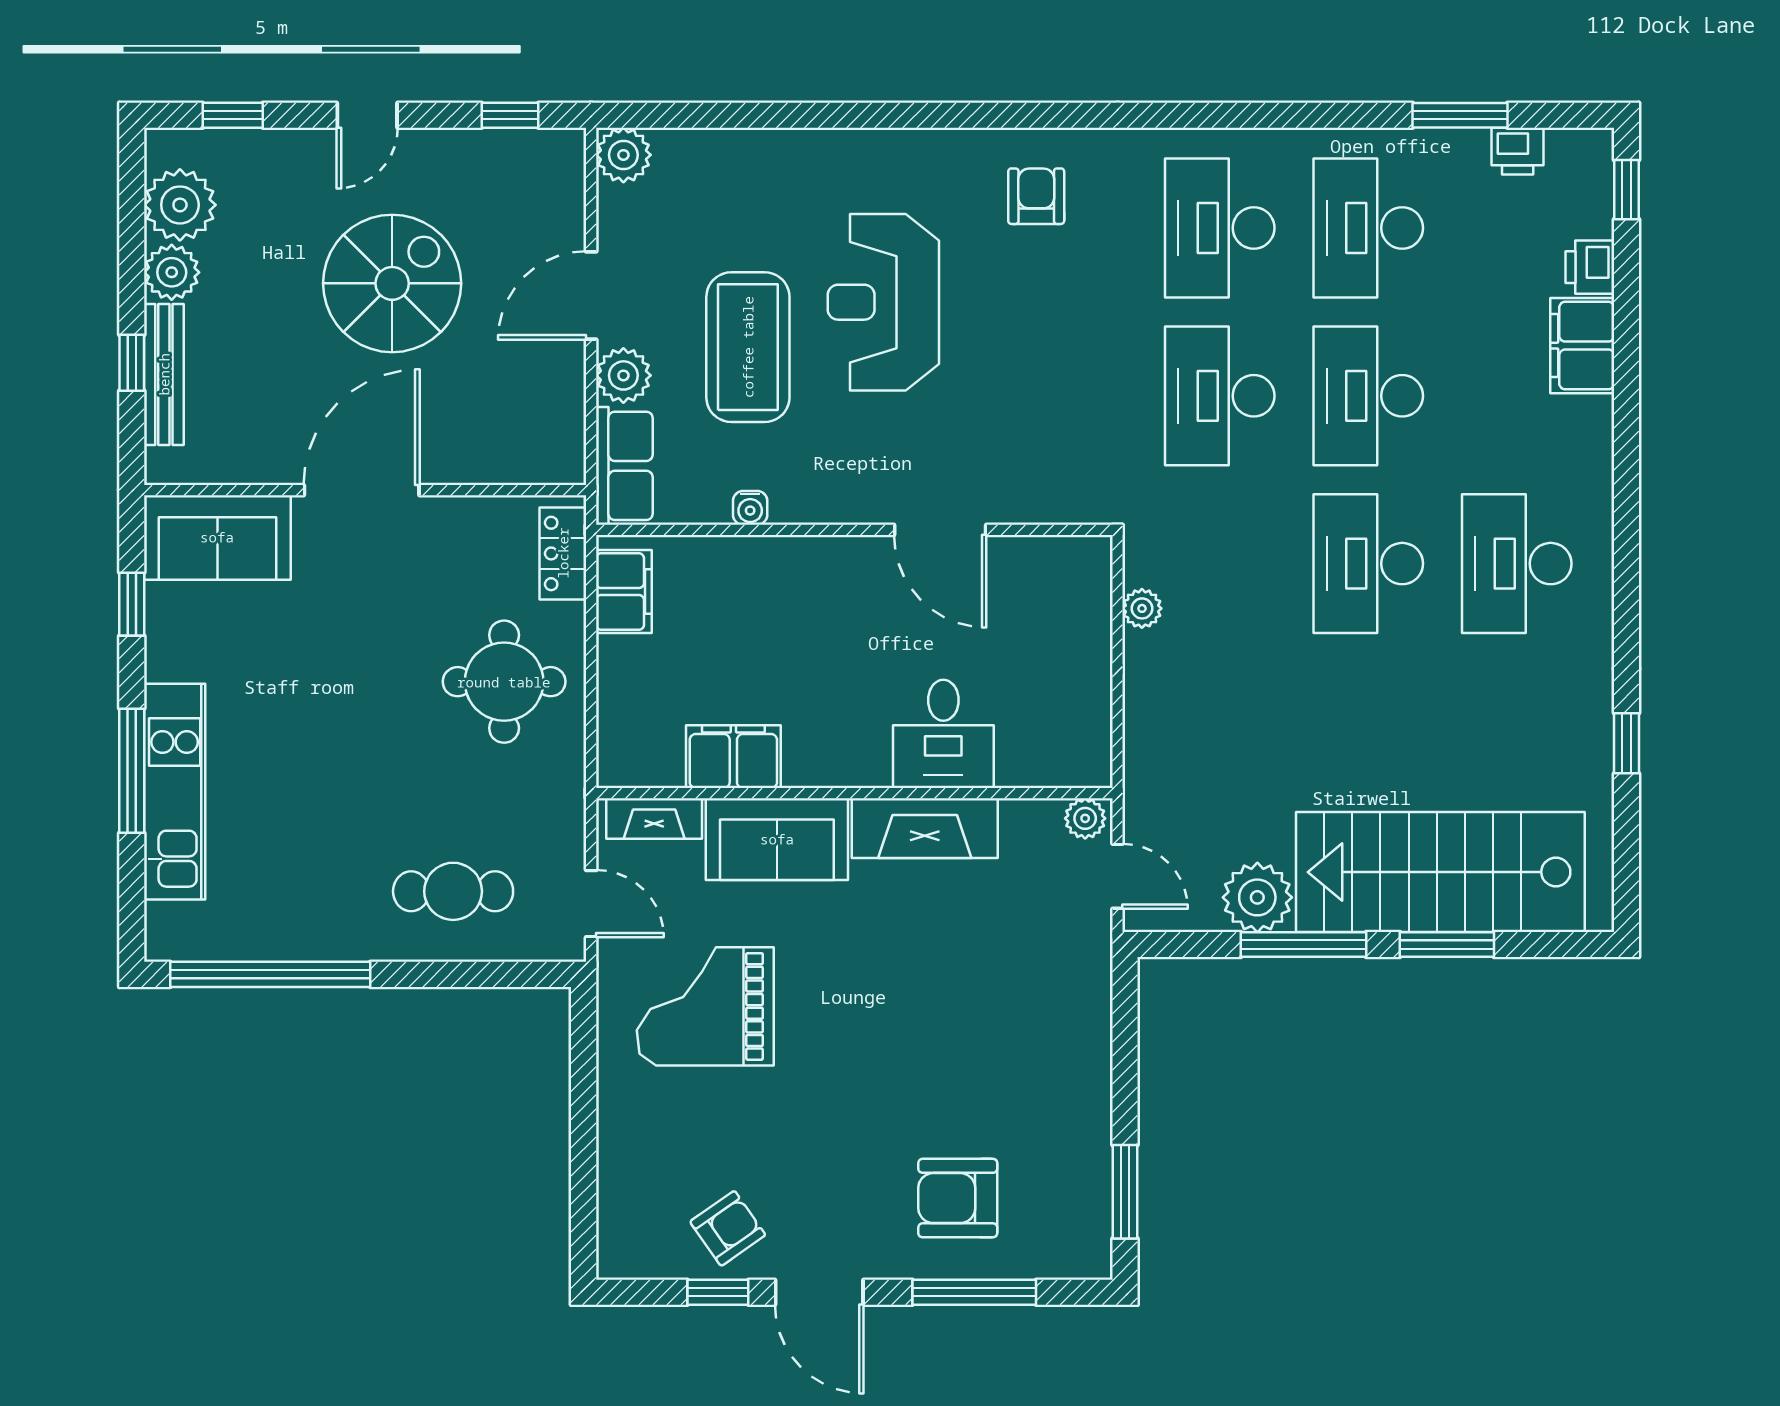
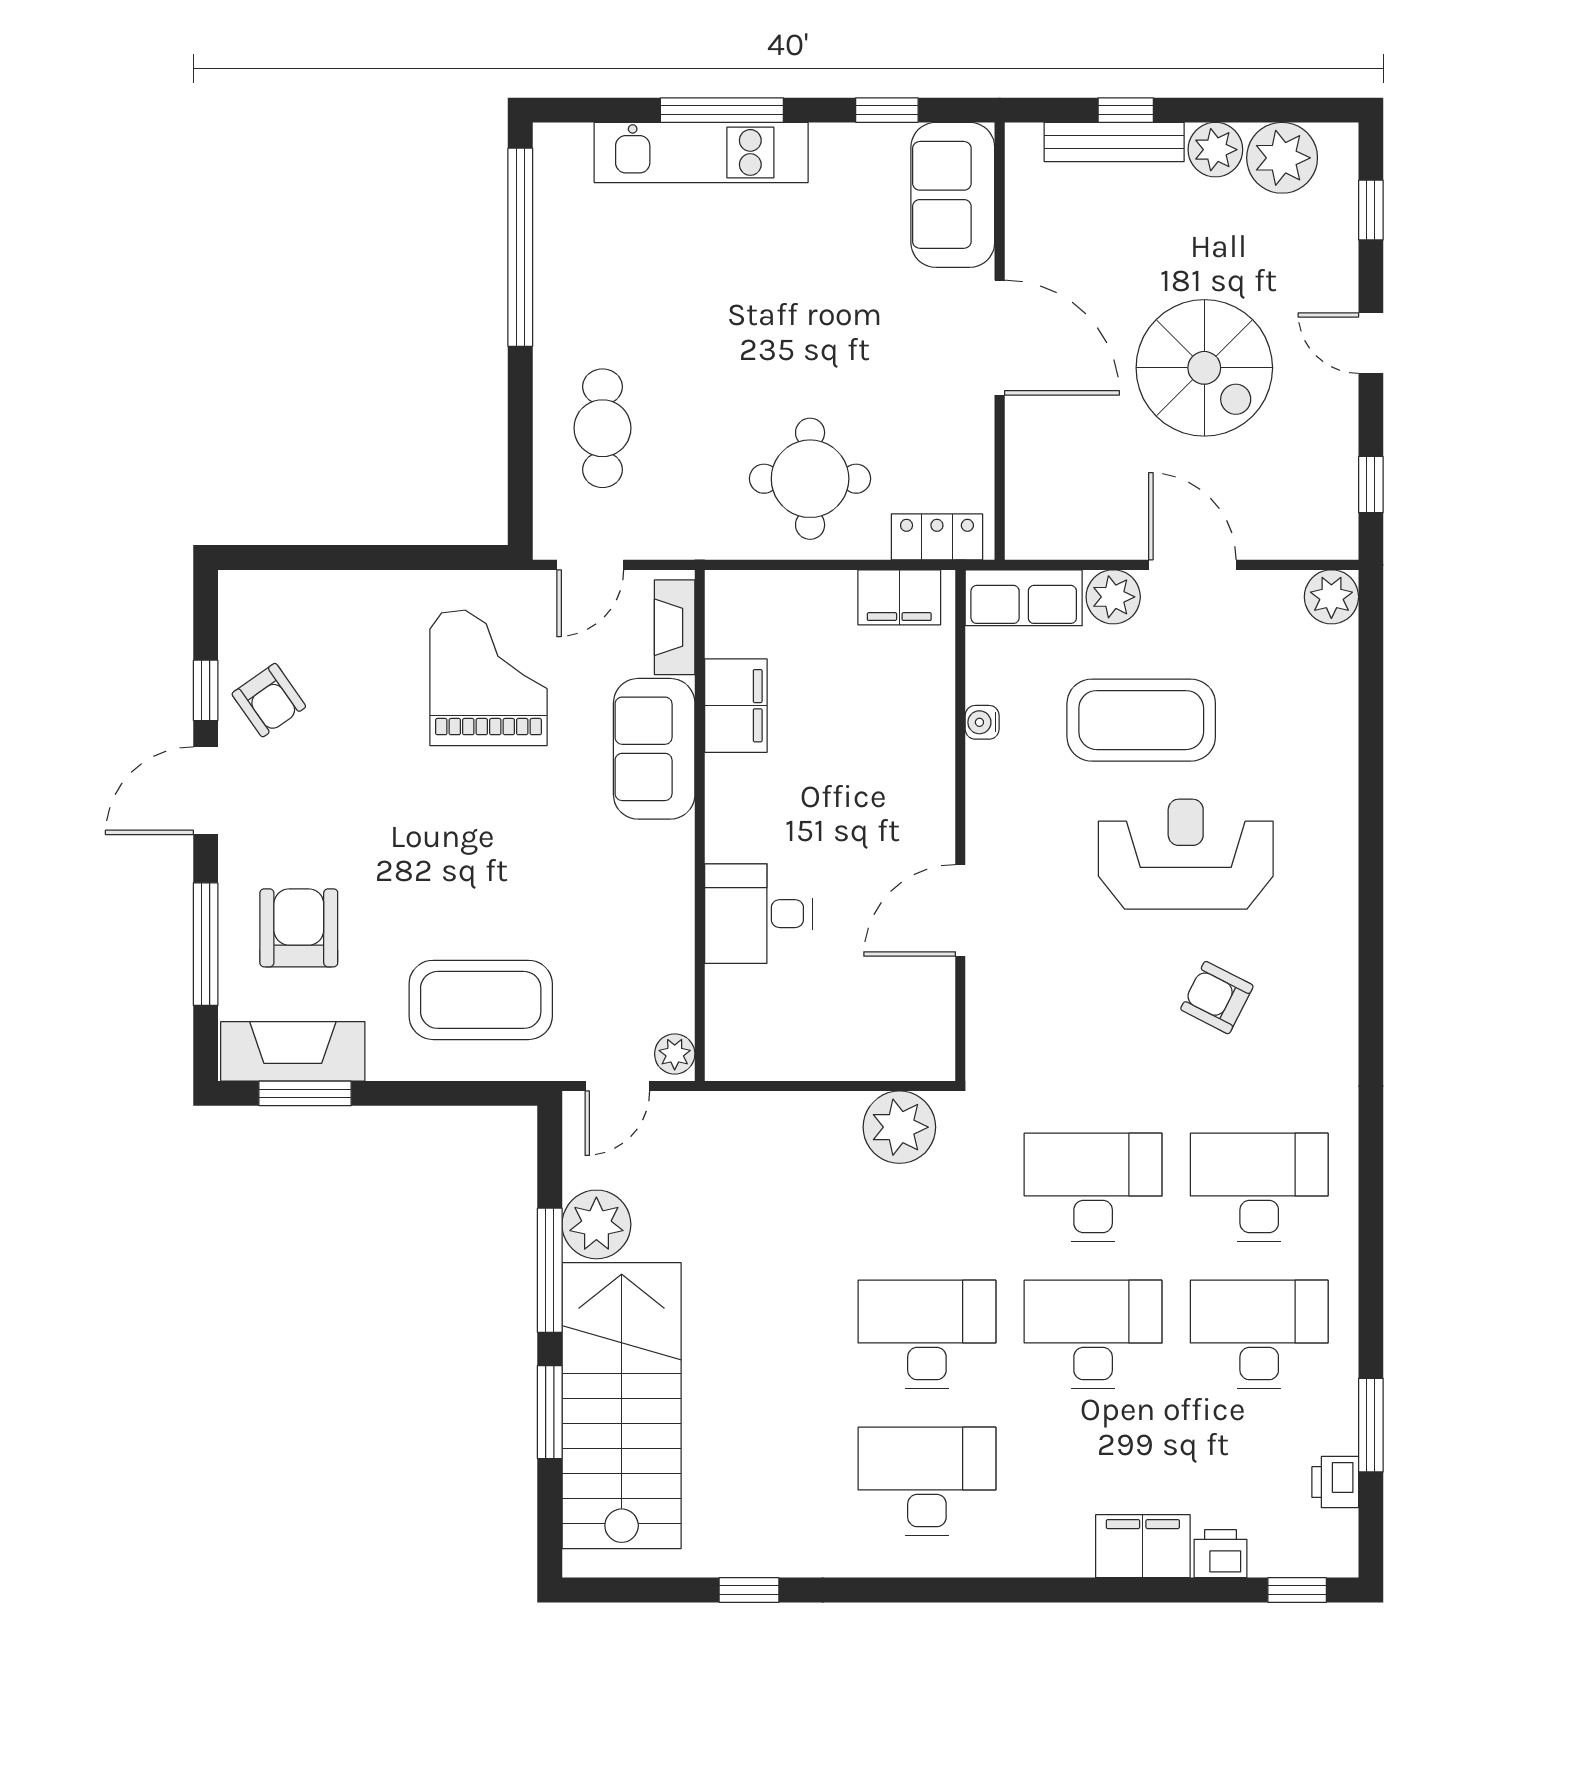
armchair: (1036, 196) -> (1217, 998), moved, turned -153
plant: (1142, 608) -> (899, 1127), width x1.87, depth x1.87
fireplace: (925, 828) -> (293, 1051), moved, turned 90
coffee table: (1031, 1014) -> (481, 1000), added

